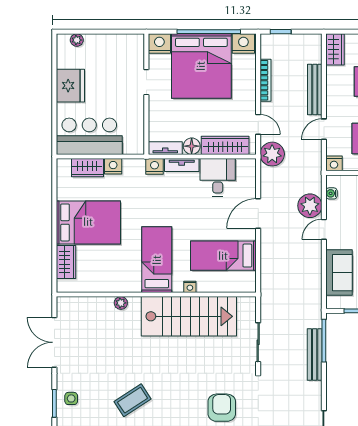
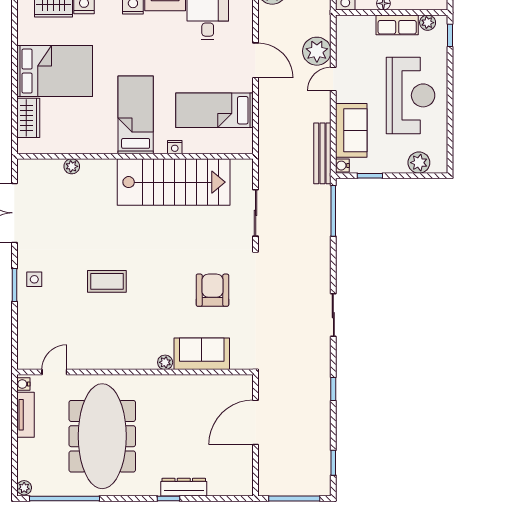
water cooler: (331, 193) -> (342, 166), moved
door: (258, 214) -> (256, 60), swing flipped
plant: (121, 303) -> (72, 166), moved
bench: (315, 355) -> (322, 153), moved
coffee table: (133, 400) -> (107, 281), turned 33

